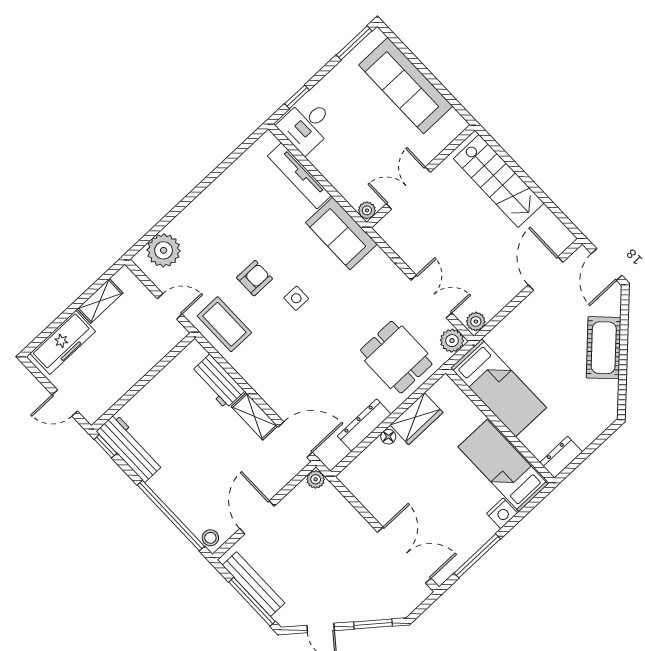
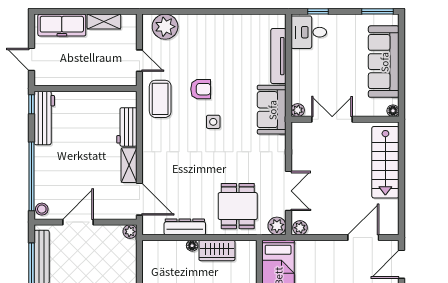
floor lamp: (459, 125) -> (393, 111), added

